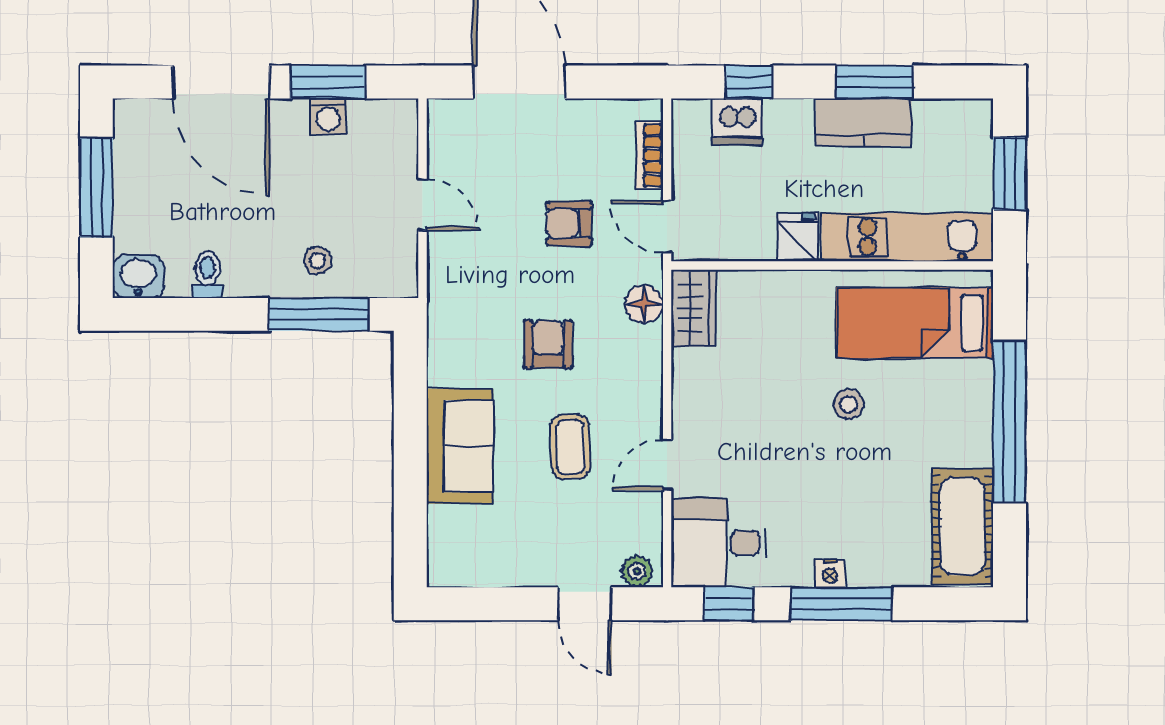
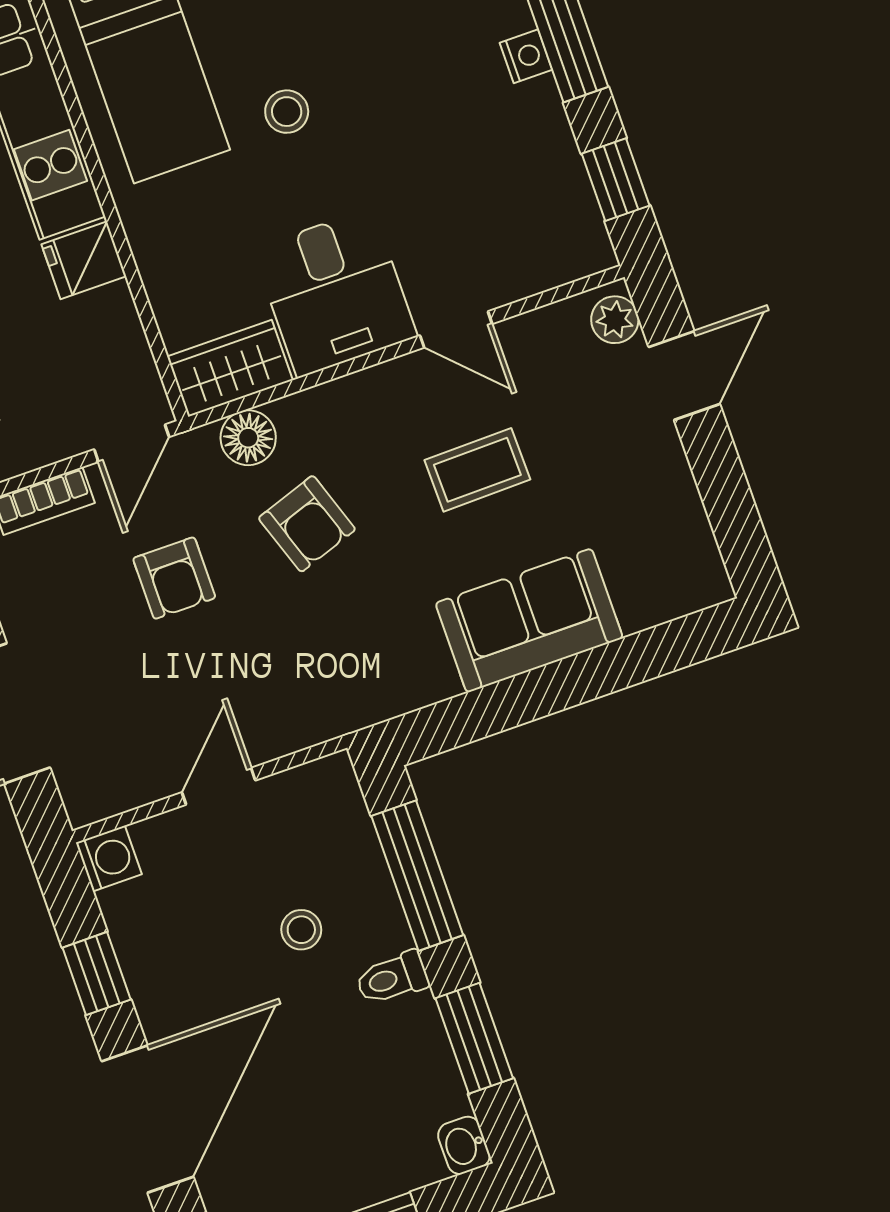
window: (328, 82) -> (97, 974), width x0.67
washing machine: (328, 116) -> (109, 859), moved
stool: (318, 261) -> (301, 930), moved
toilet: (207, 274) -> (392, 978), moved
washbasin: (138, 276) -> (464, 1145), width x0.72, depth x0.69
window: (199, 314) -> (474, 1038), added
armchair: (548, 344) -> (307, 524), moved, turned -109
desk: (719, 543) -> (335, 293), moved

